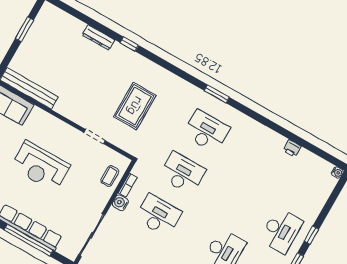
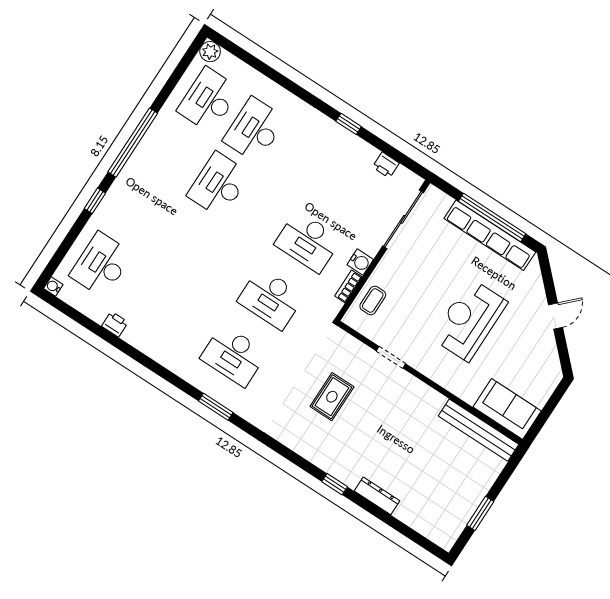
rug: (135, 106) -> (332, 397), width x0.73, depth x0.70
reception desk: (40, 166) -> (469, 320), turned -90
desk: (281, 231) -> (101, 265), moved

